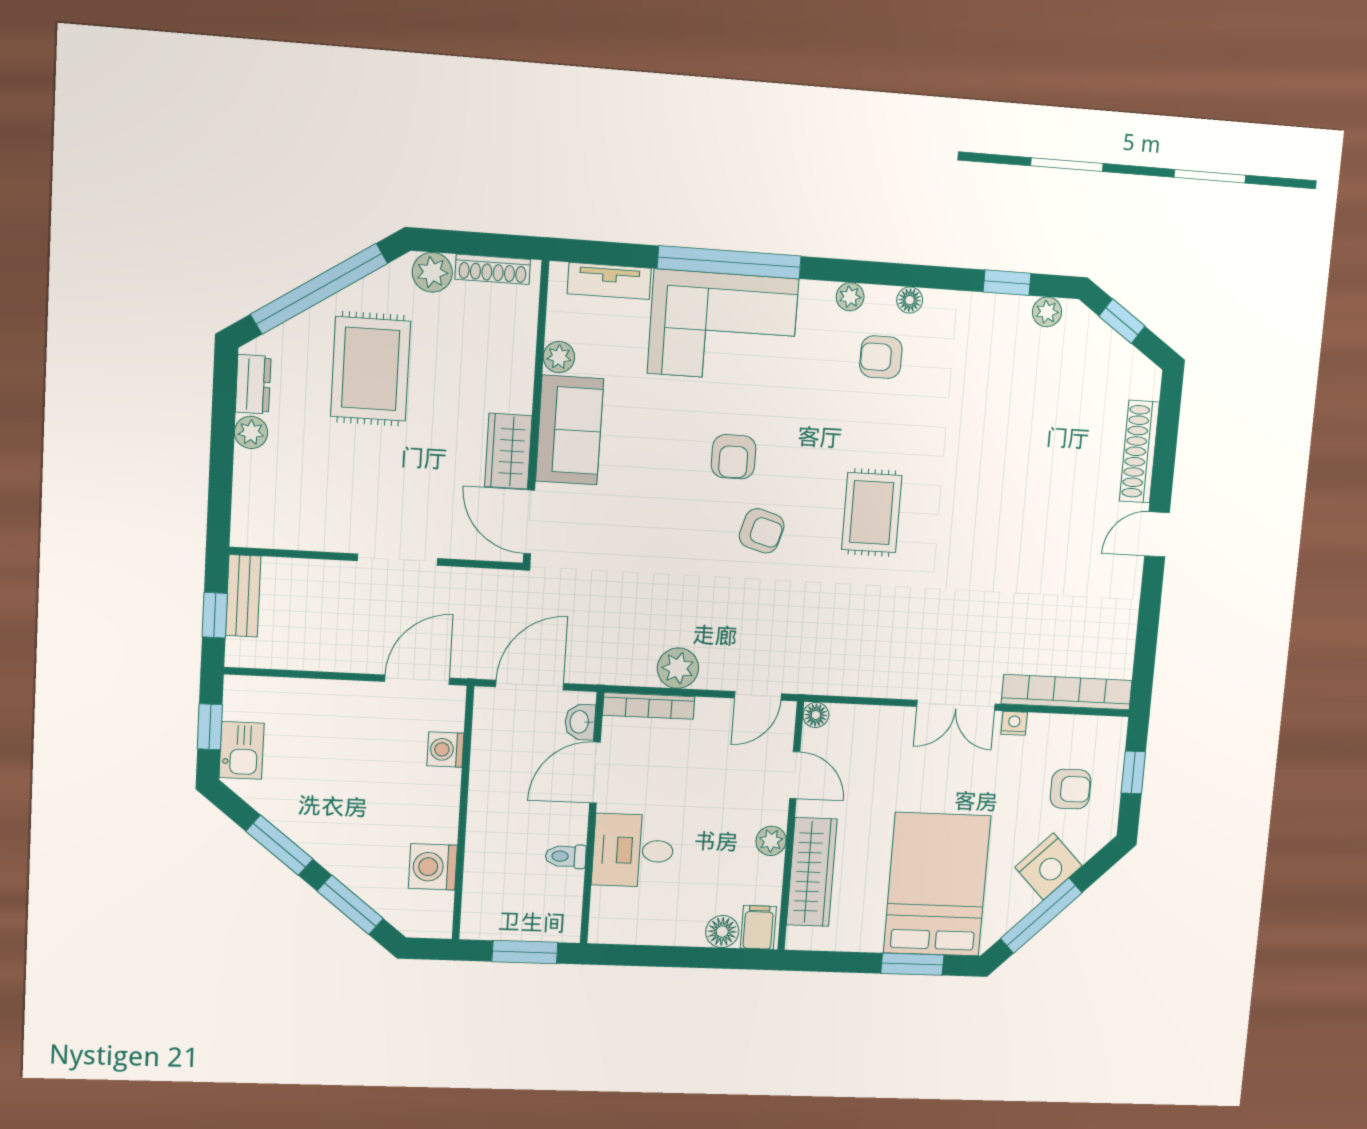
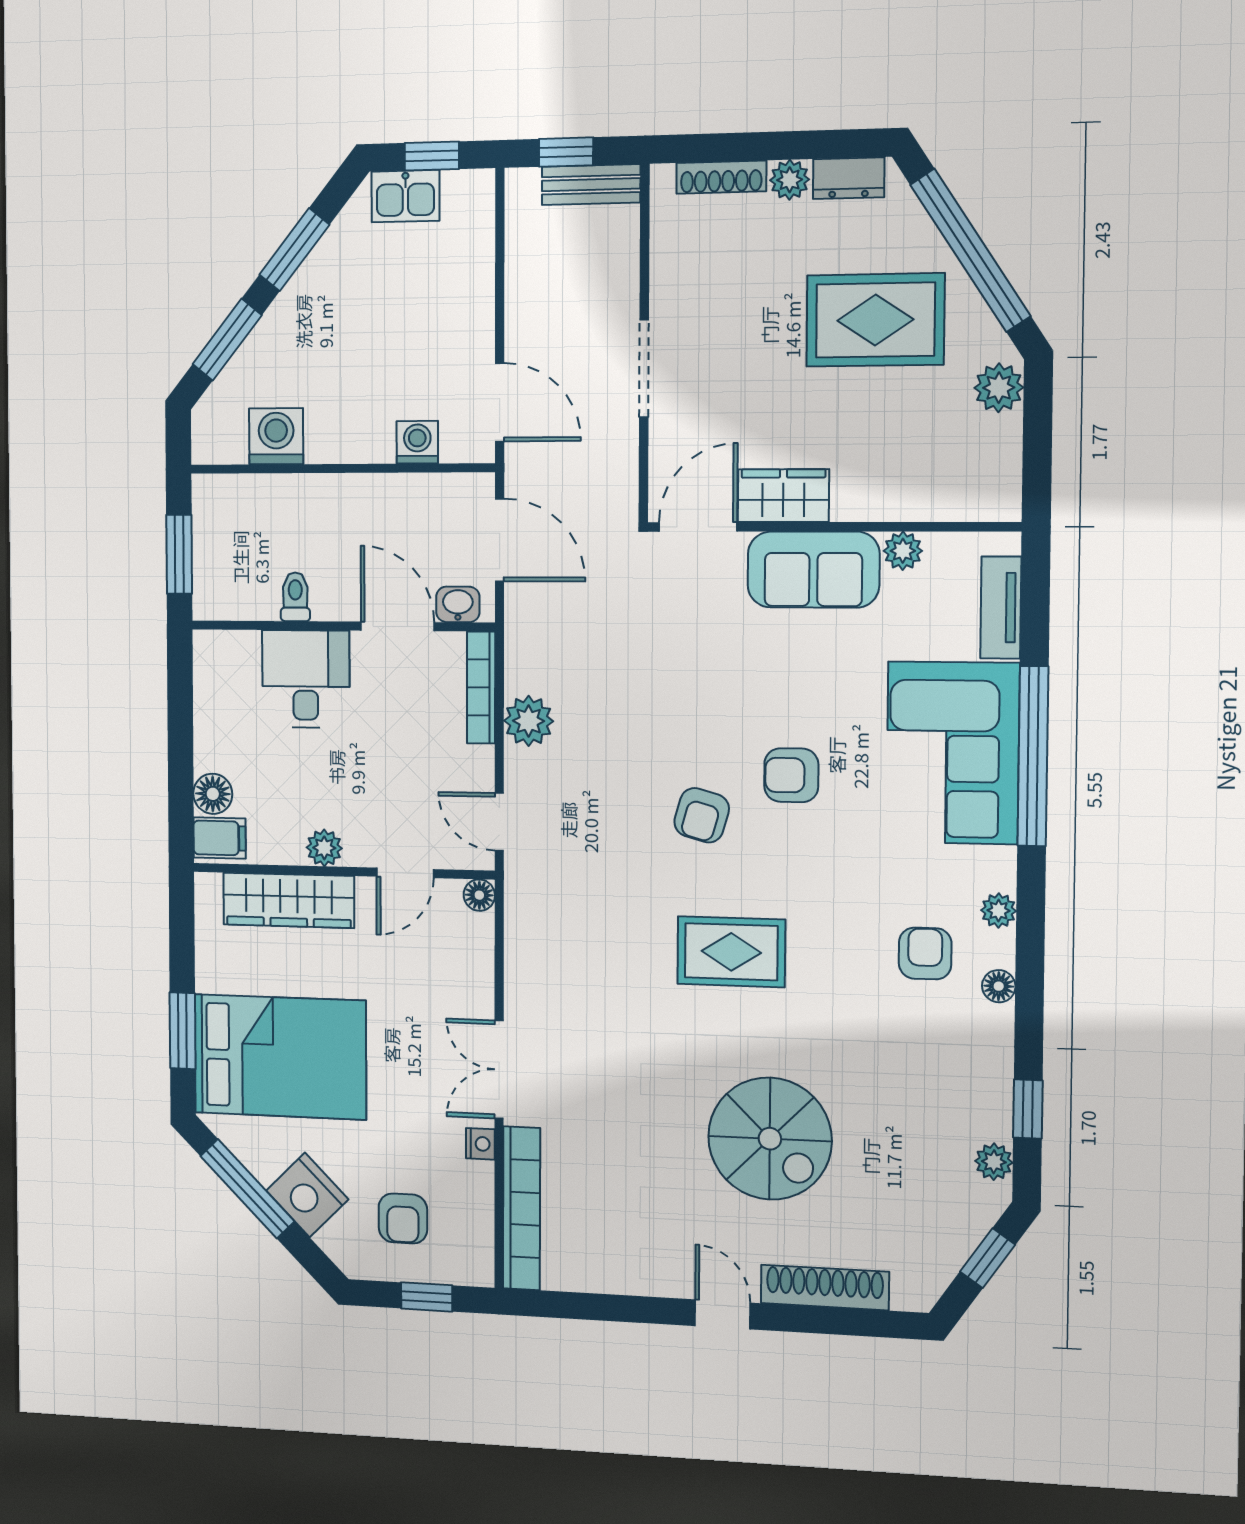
shoe rack: (493, 269) -> (721, 177), moved, turned -90
spiral stairs: (1021, 489) -> (770, 1139), added

